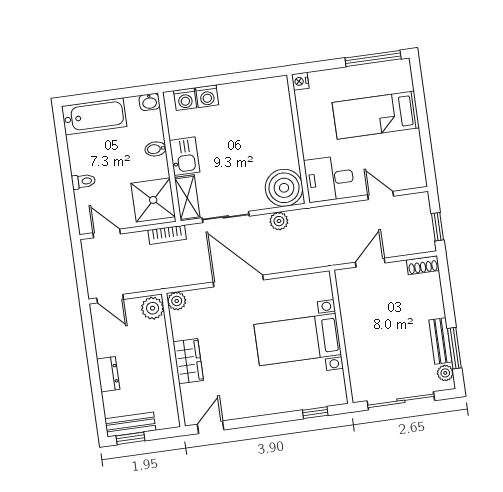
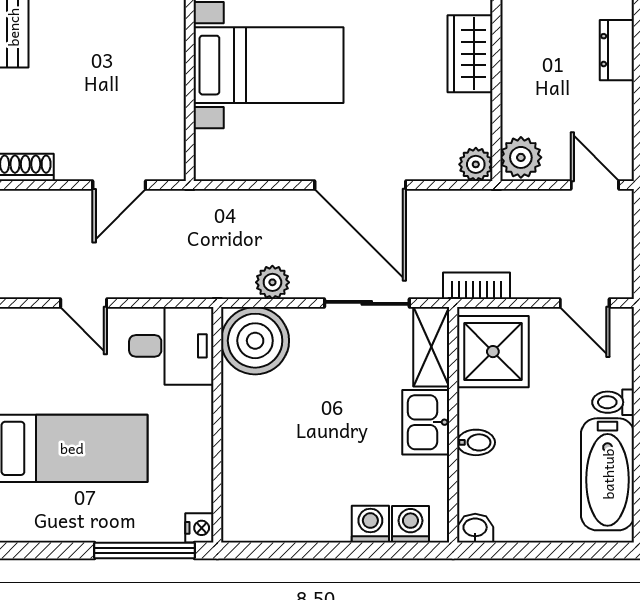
window: (373, 58) -> (144, 551), moved
bathtub: (94, 116) -> (608, 474), moved, turned -90

